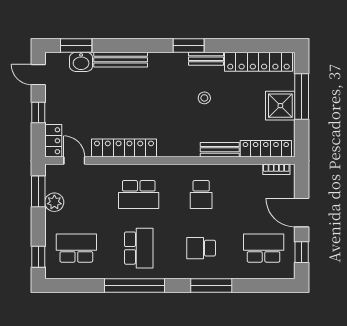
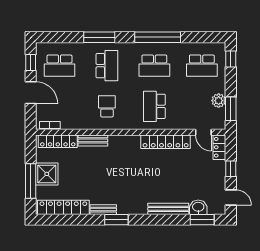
stool: (204, 98) -> (105, 180), removed
school desk: (139, 195) -> (154, 106), turned -90
school desk: (139, 248) -> (154, 66), turned -90
school desk: (201, 248) -> (107, 66), width x1.85

